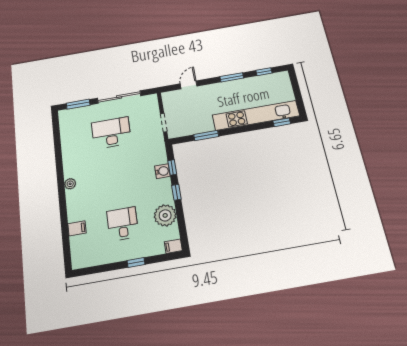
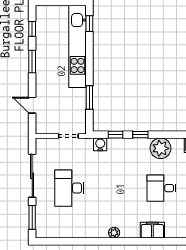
water cooler: (162, 171) -> (100, 144), moved
filing cabinet: (77, 228) -> (152, 230), width x2.00

